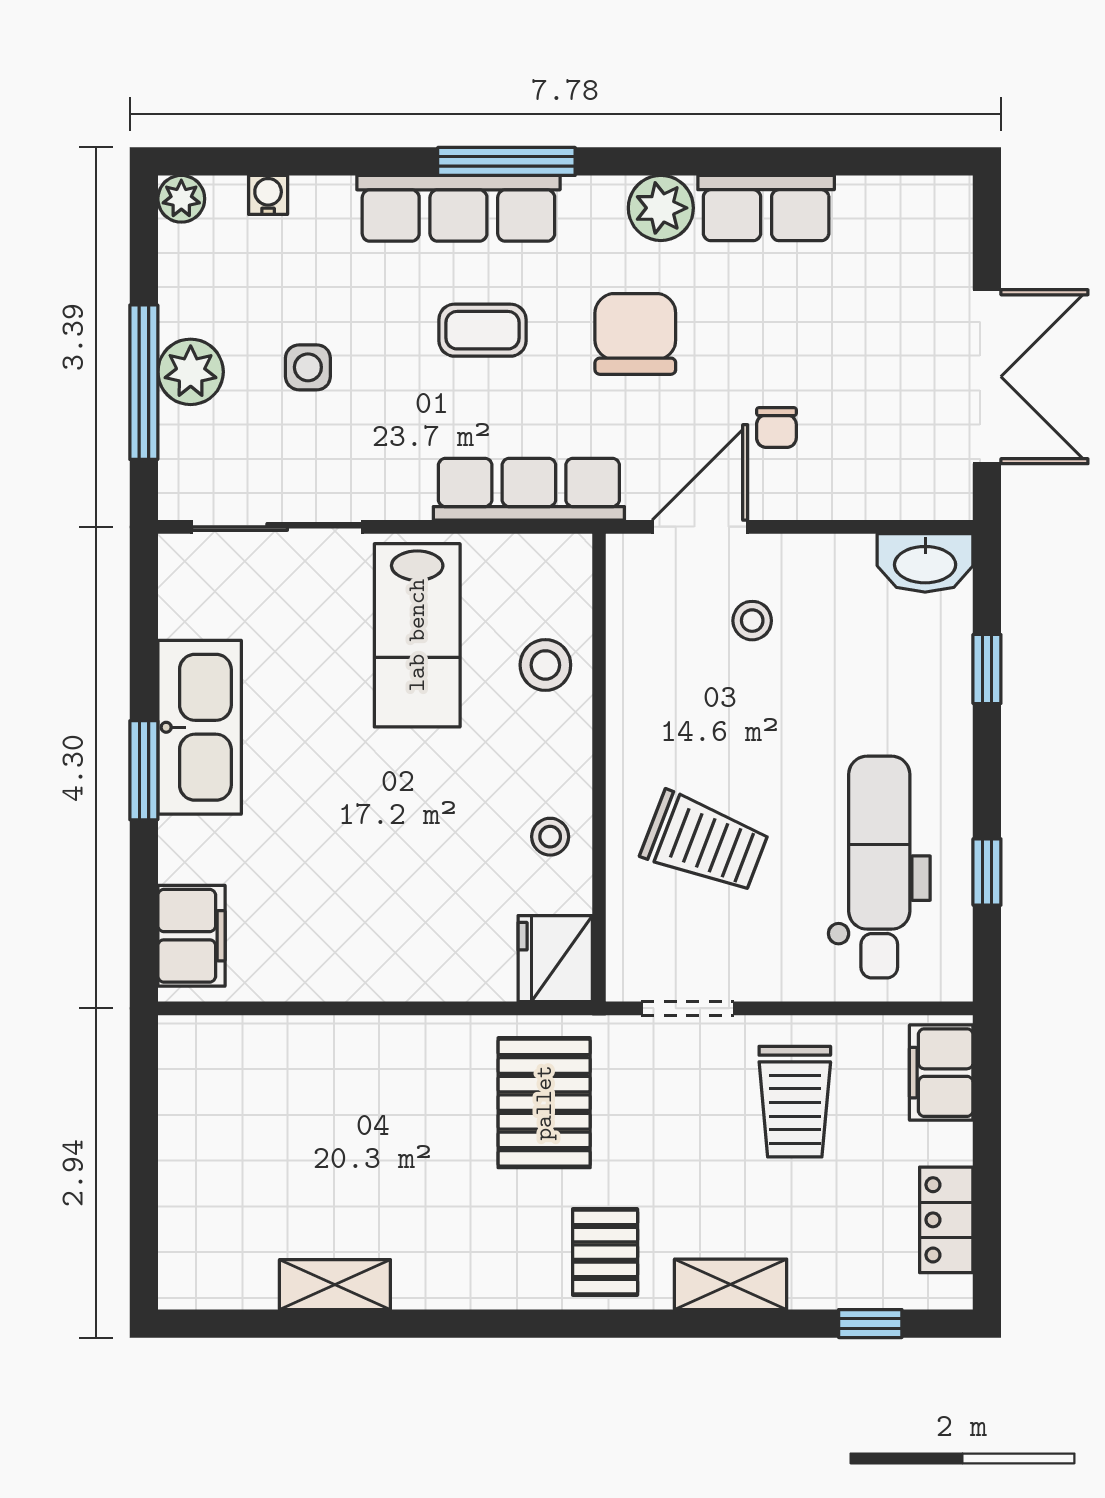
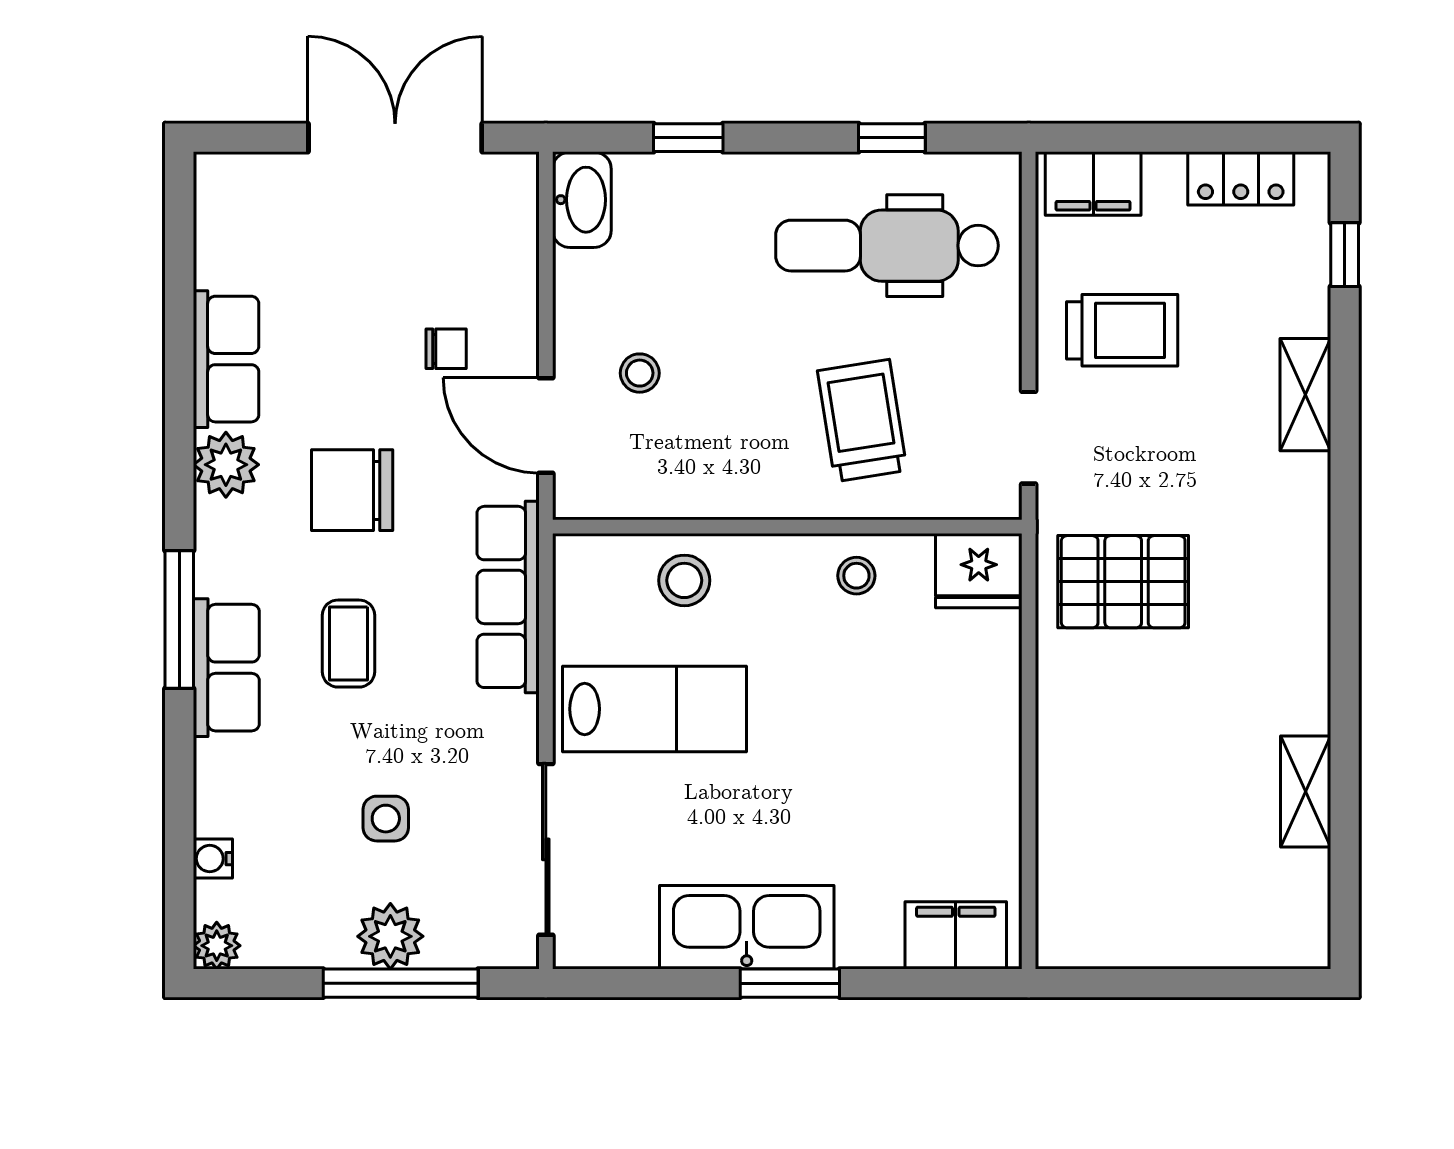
row of seats: (458, 208) -> (226, 668), width x0.68
trolley: (705, 842) -> (862, 421), turned -30
pallet: (605, 1252) -> (1273, 521), removed

